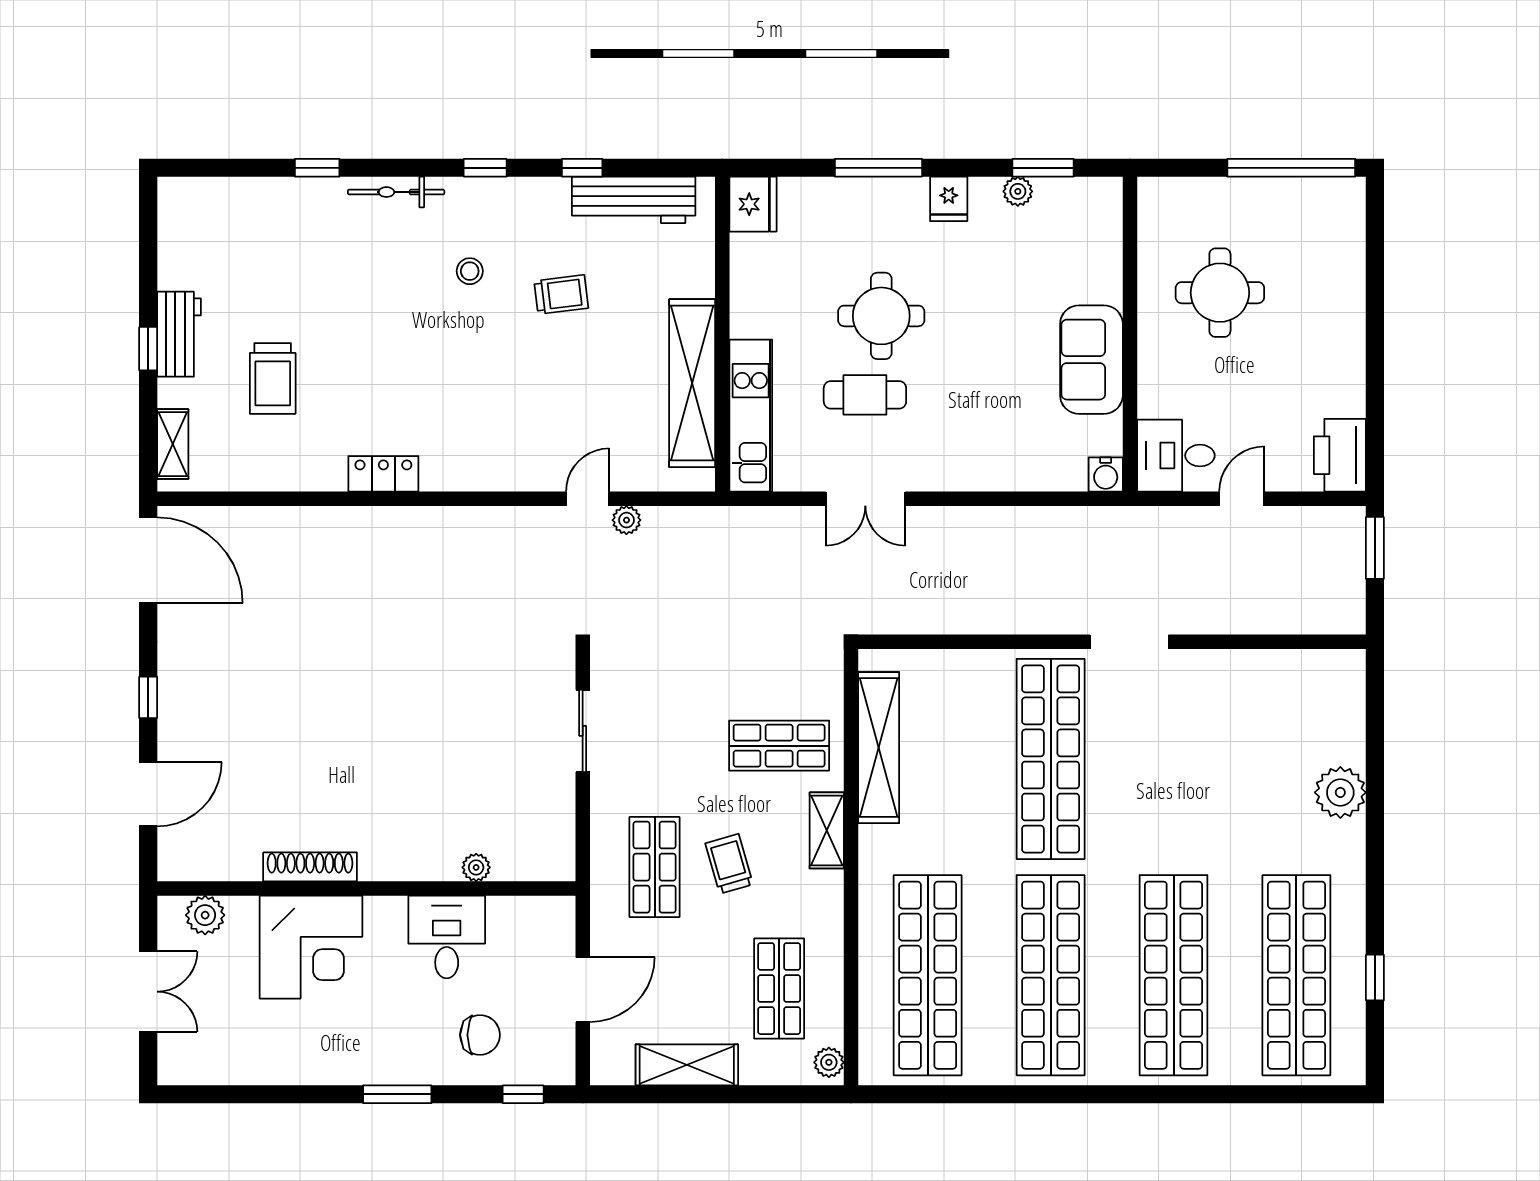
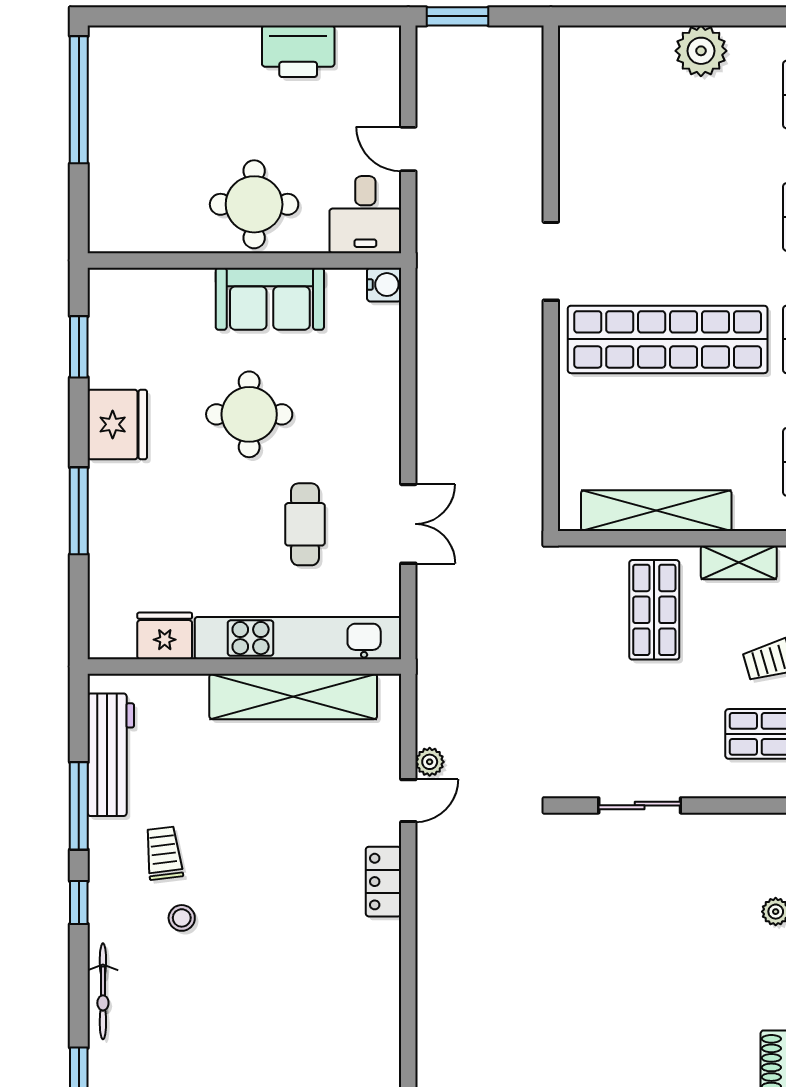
window: (582, 168) -> (79, 806), width x2.17
plant: (1018, 191) -> (102, 372), removed
fridge: (949, 199) -> (117, 424), width x1.88, depth x1.34
fridge: (753, 204) -> (165, 636), moved
round table: (1220, 293) -> (254, 204), moved
trolley: (561, 294) -> (164, 853), moved
round table: (881, 316) -> (249, 414), moved
kitchen unit: (751, 416) -> (298, 638), width x1.36
printer: (1340, 455) -> (298, 51), moved
locker: (383, 474) -> (384, 882), moved
door: (588, 499) -> (408, 801), swing flipped

